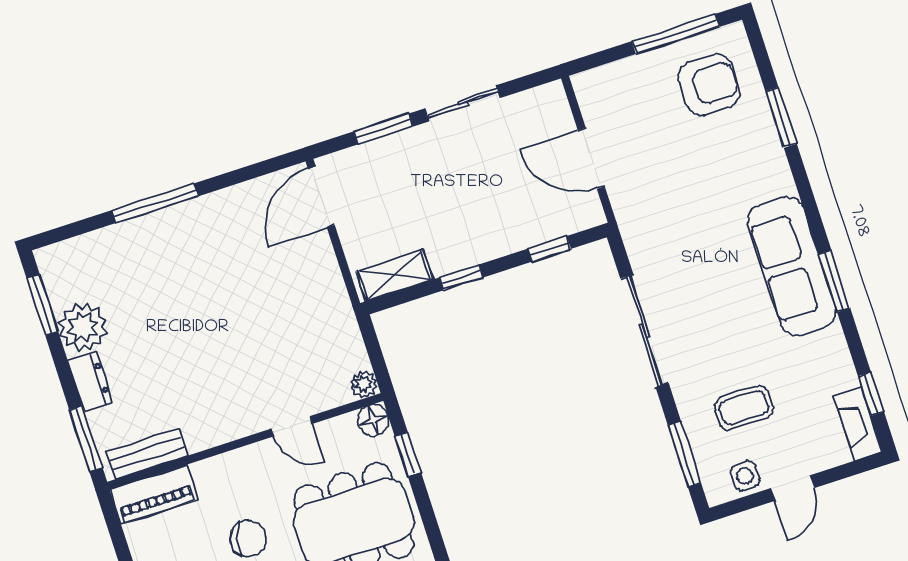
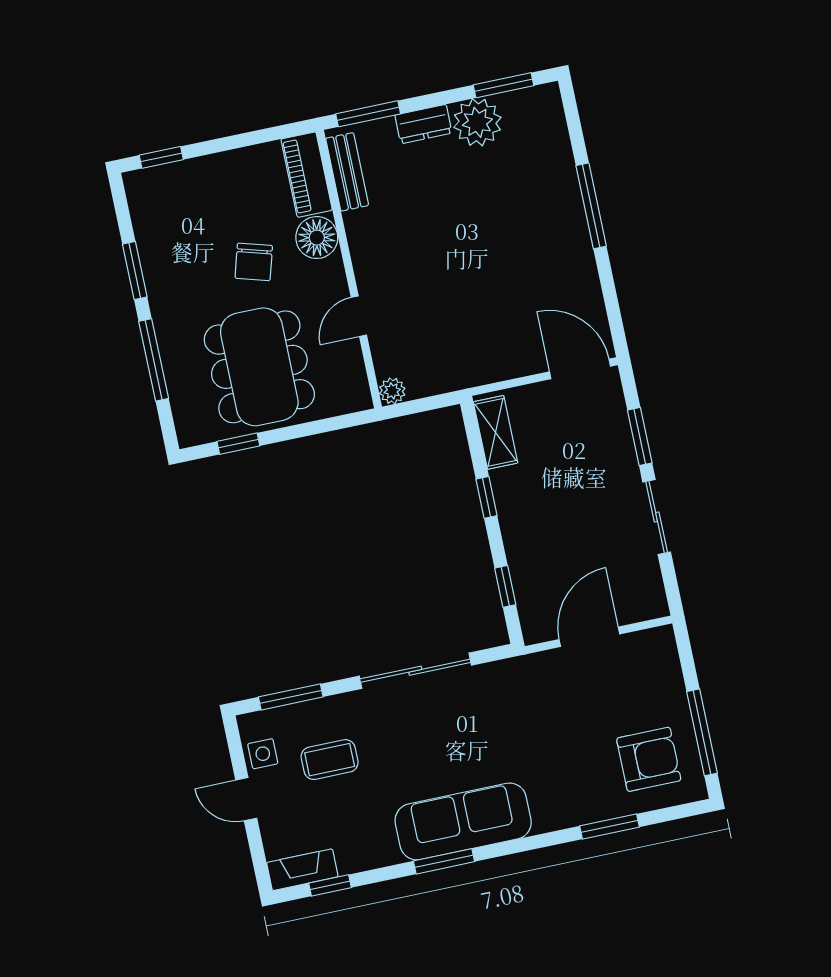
armchair: (709, 85) -> (649, 759), turned -90
coffee table: (744, 408) -> (330, 760), turned 90
floor lamp: (373, 420) -> (317, 238), moved, width x1.38, depth x1.38
window: (408, 454) -> (238, 444), moved

